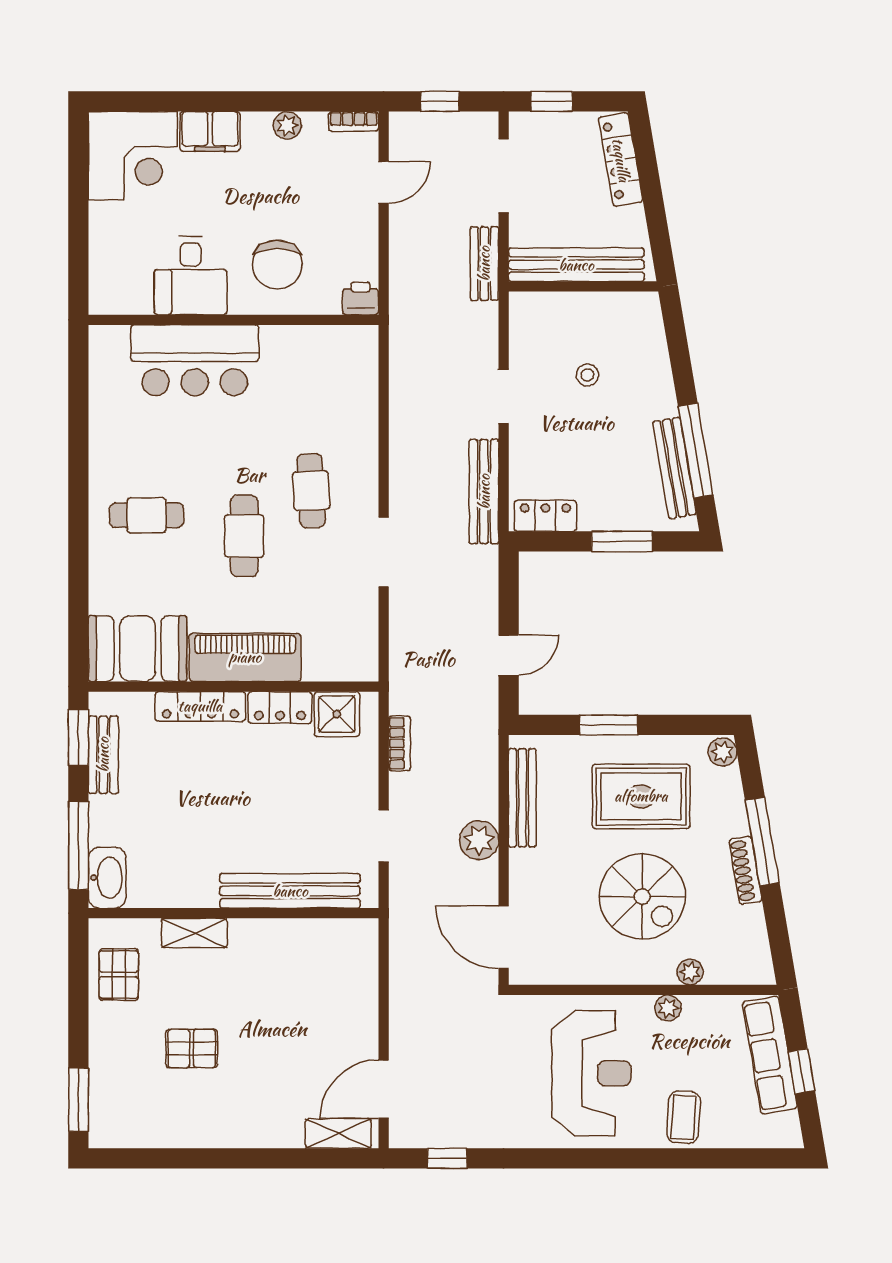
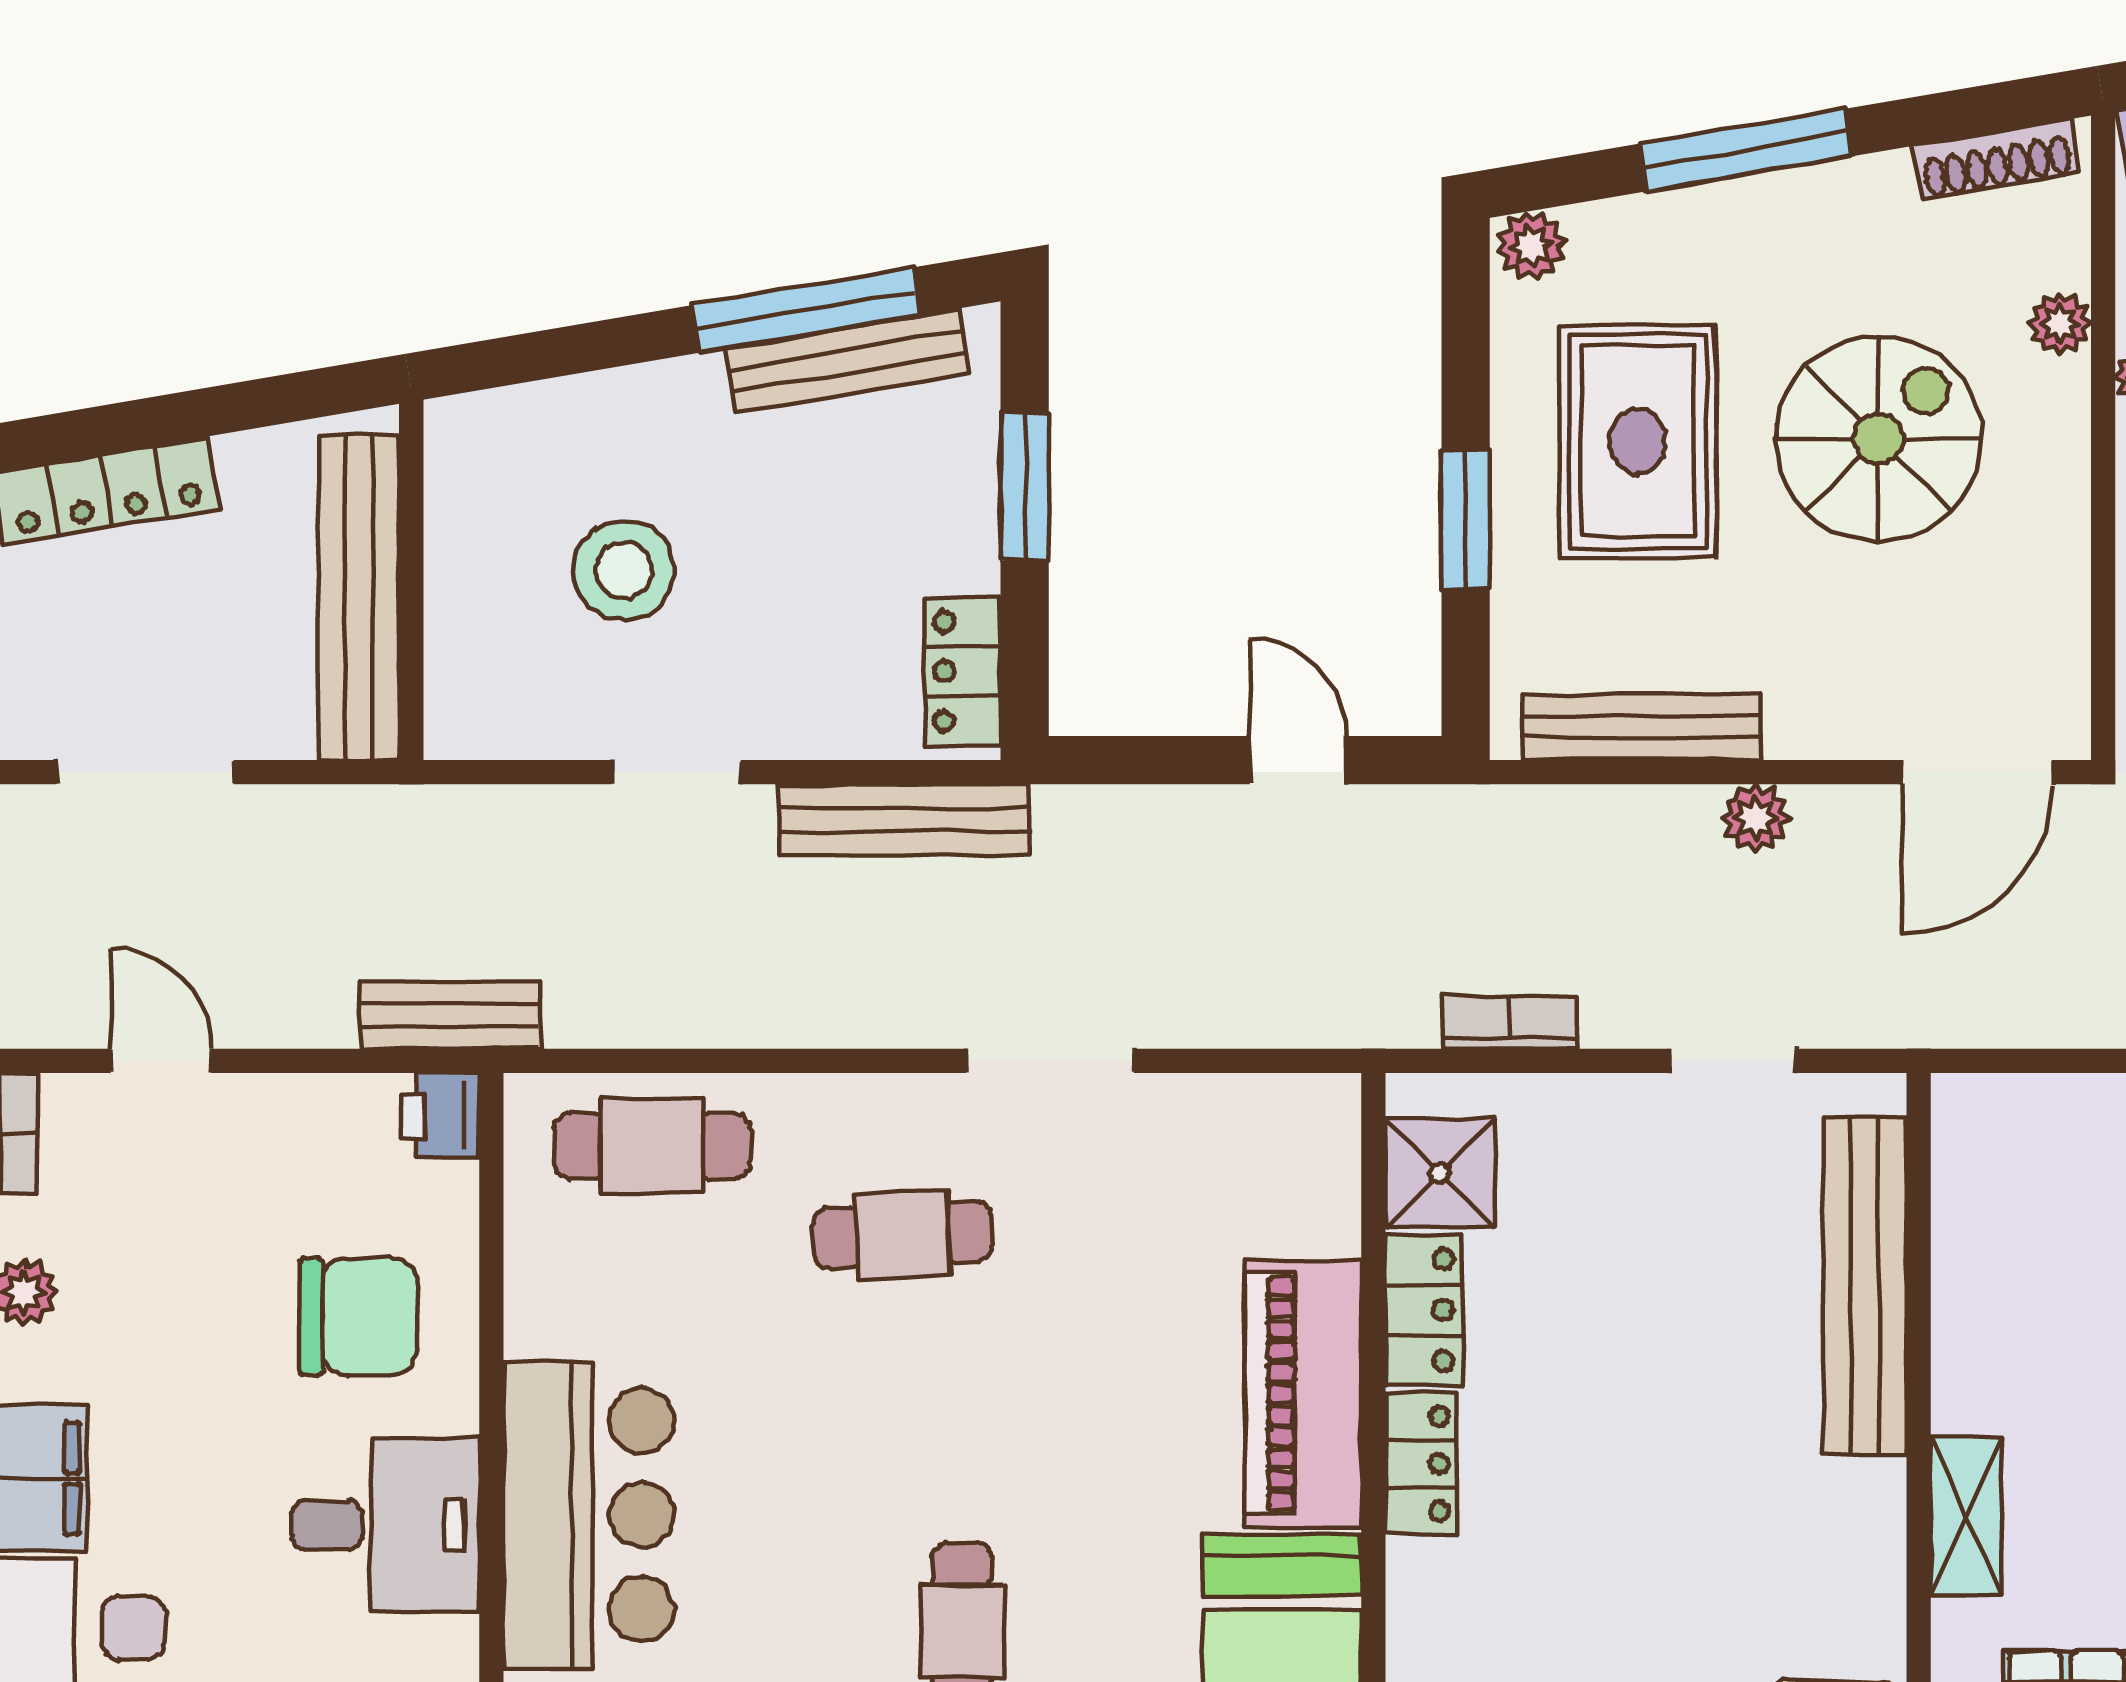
bench: (484, 264) -> (450, 1015), moved
stool: (587, 375) -> (624, 570), width x1.89, depth x1.89
cafe table: (244, 536) -> (652, 1146), moved
locker: (200, 706) -> (1421, 1464), width x0.66
plant: (479, 840) -> (1756, 818), width x0.73, depth x0.73
shoe rack: (746, 870) -> (1996, 159), moved

